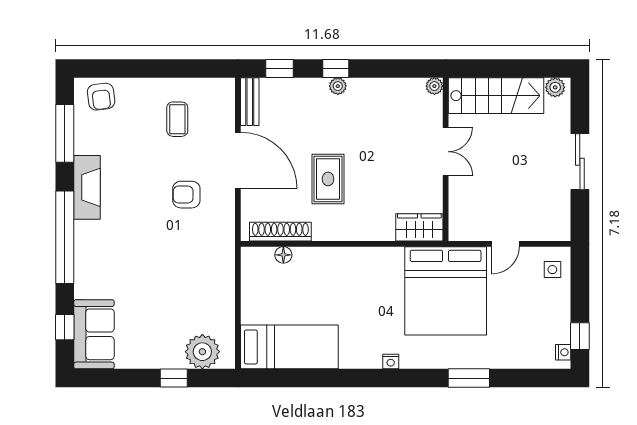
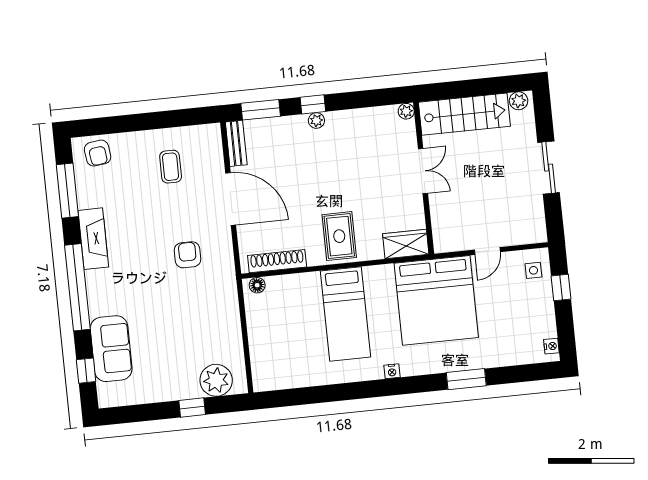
window: (279, 68) -> (261, 110), width x1.50
rug: (328, 179) -> (339, 236), moved
armchair: (186, 195) -> (188, 255), moved, turned 90
floor lamp: (283, 255) -> (257, 285), moved
sofa: (94, 334) -> (111, 349), moved
window: (580, 336) -> (561, 288), moved
bed: (289, 347) -> (345, 314), moved, turned 90

